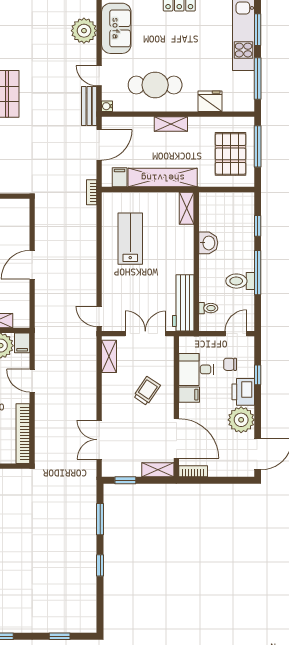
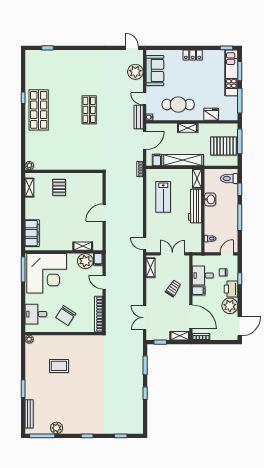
pallet: (230, 154) -> (223, 146), turned 90
lab bench: (130, 239) -> (163, 197), turned 180
toilet: (240, 281) -> (229, 178), moved
workbench: (183, 303) -> (195, 206), moved

